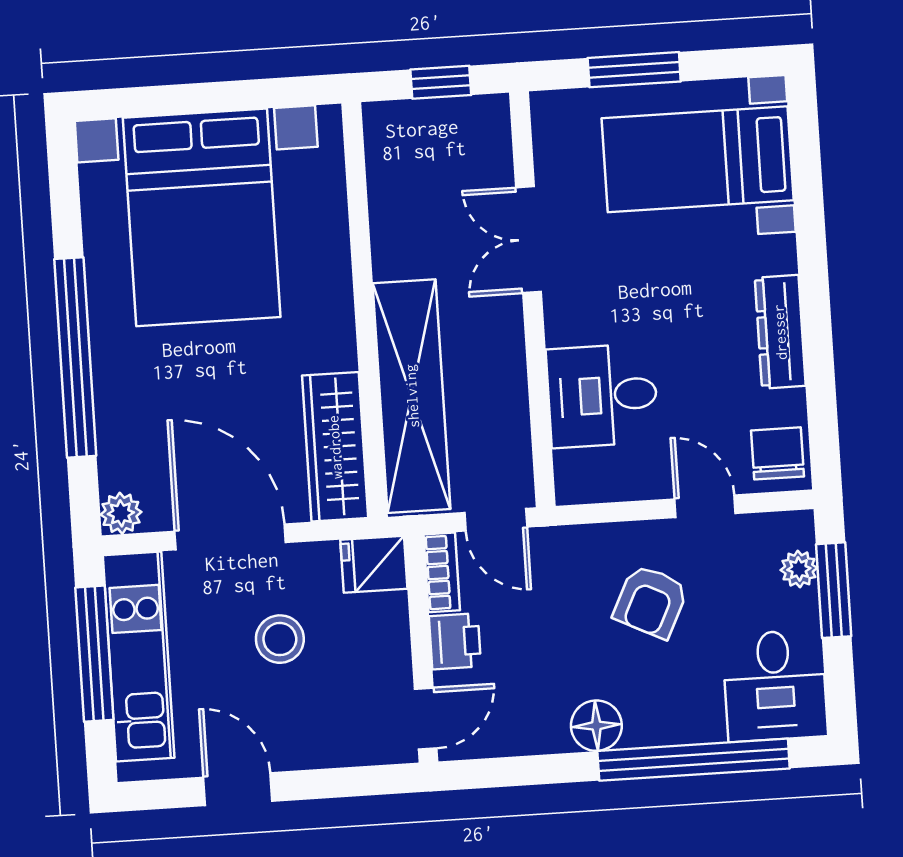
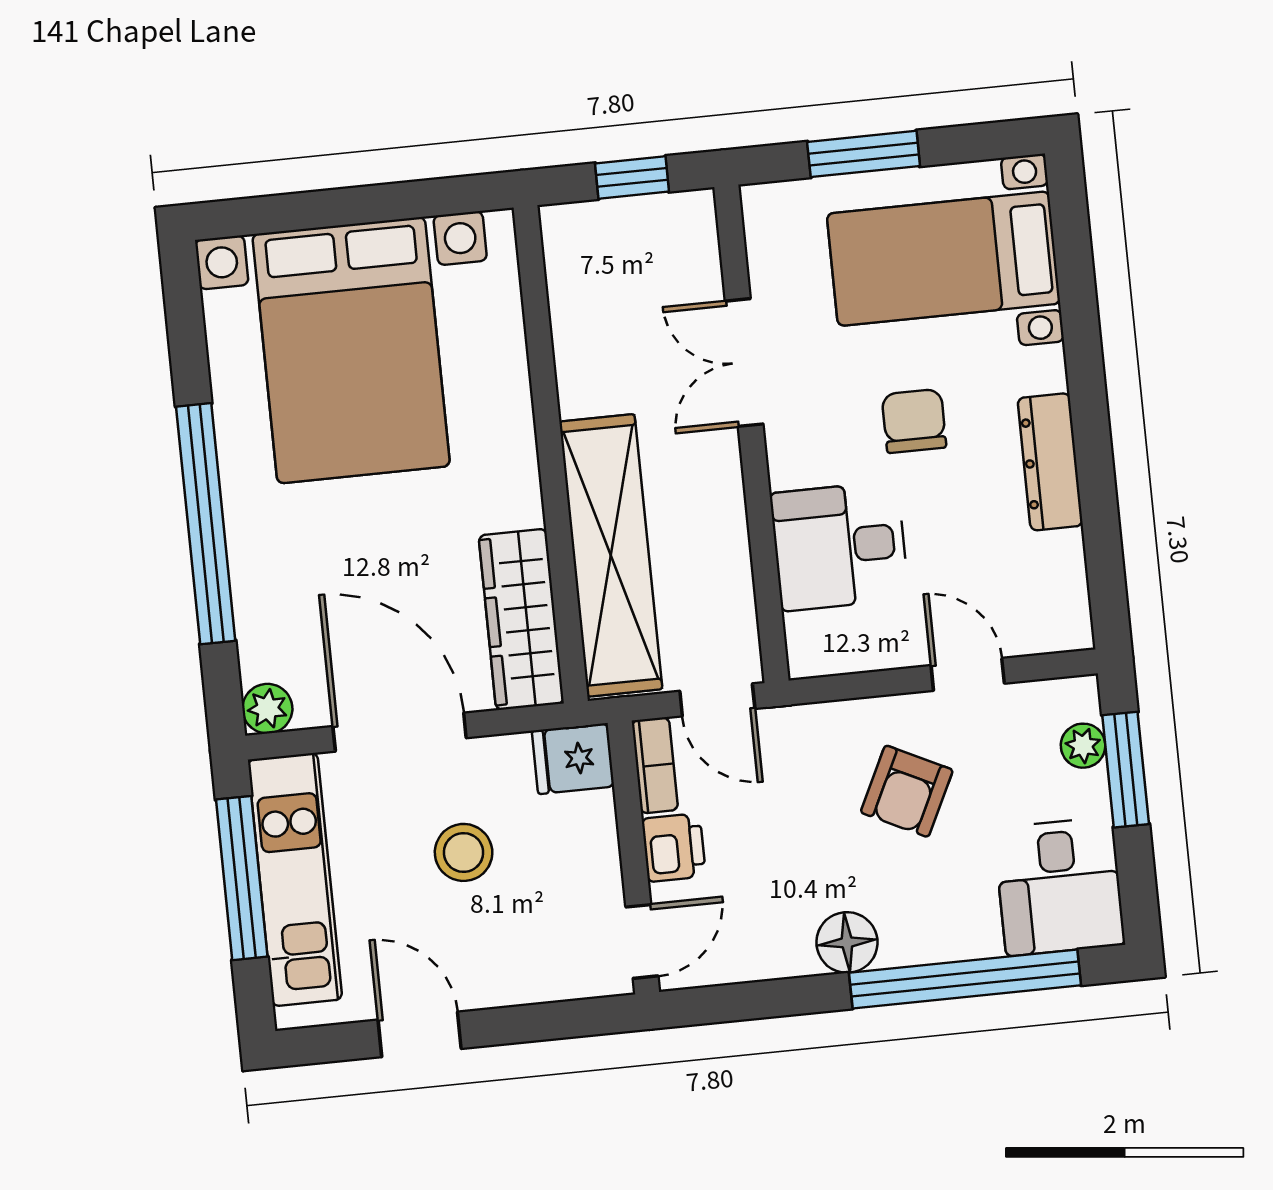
chair: (778, 453) -> (914, 421), moved

